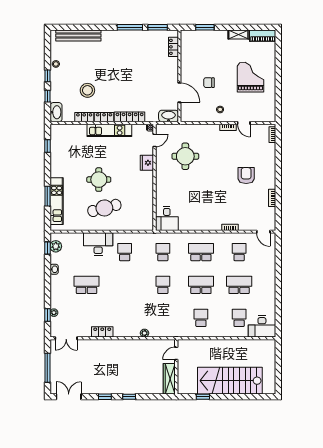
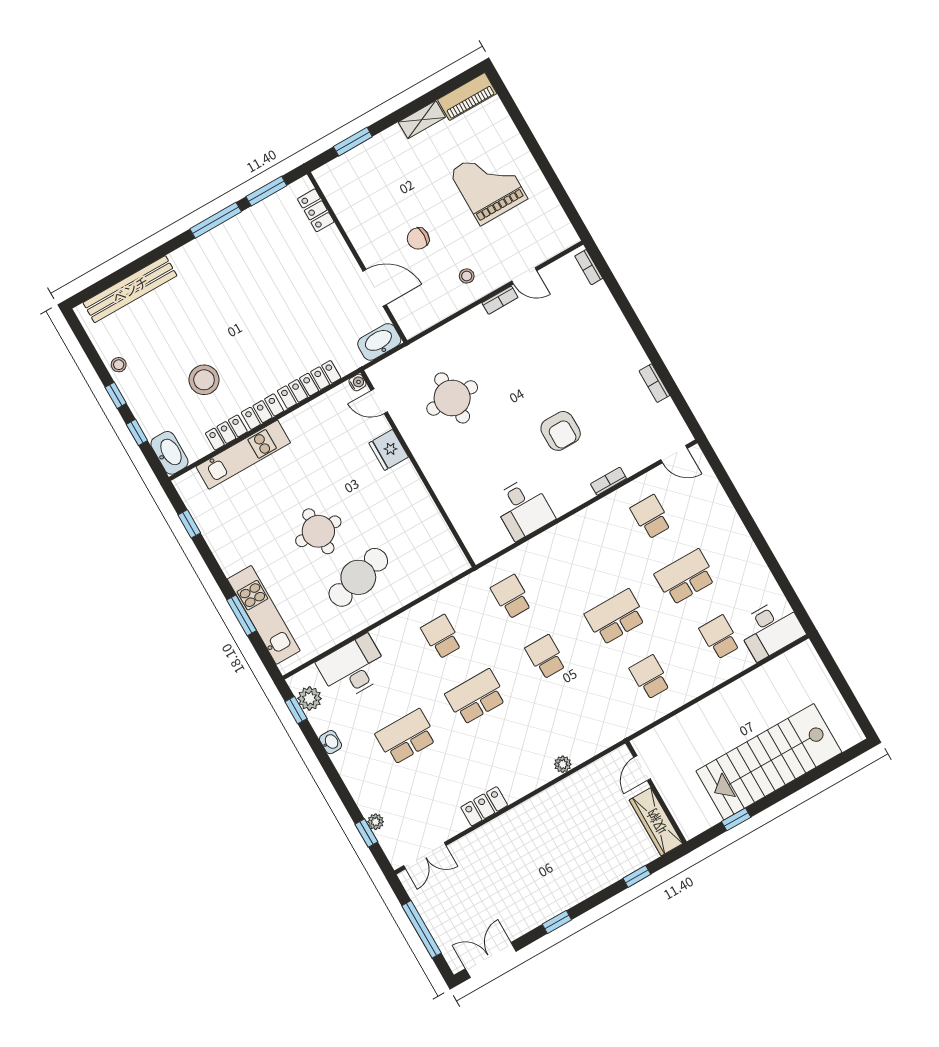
kitchen unit: (109, 130) -> (243, 455), moved
door: (155, 140) -> (379, 401), swing flipped
armchair: (246, 176) -> (561, 431), moved, turned 180
desk: (167, 218) -> (523, 508), moved
desk: (98, 244) -> (353, 668), moved
school desk: (201, 252) -> (476, 697), moved
window: (129, 397) -> (637, 876), moved

